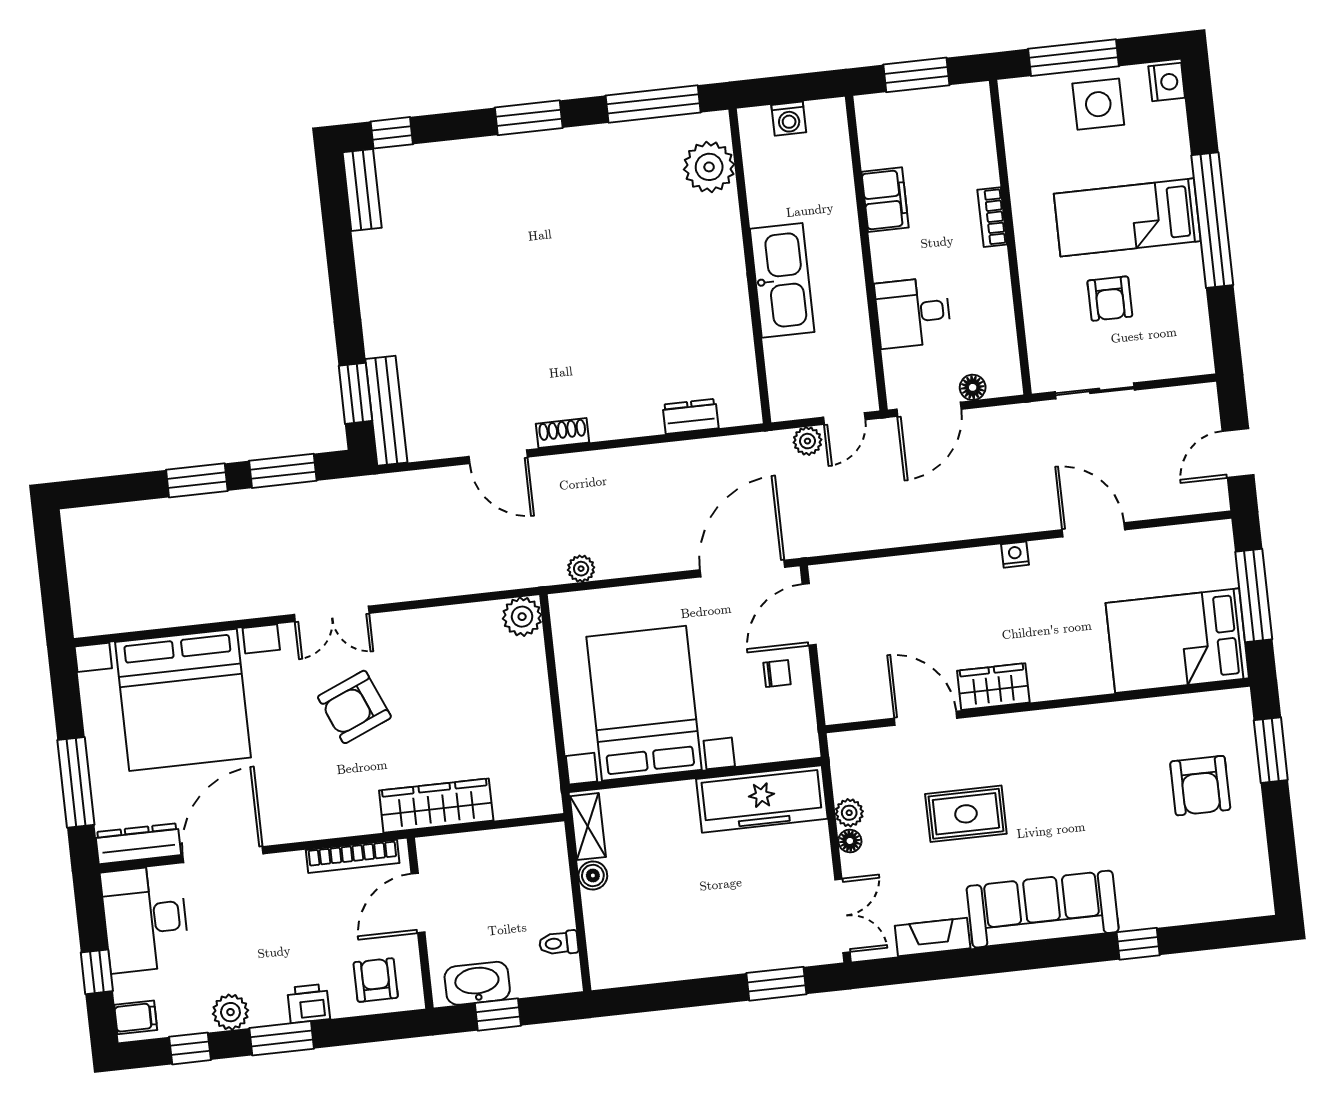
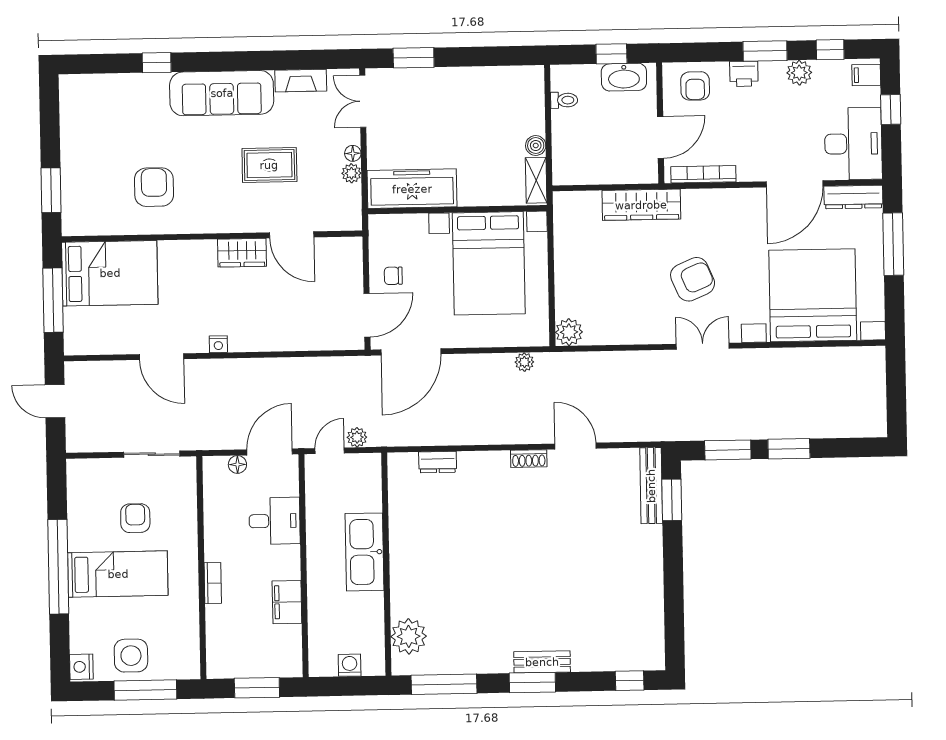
bench: (362, 190) -> (542, 662), moved, turned 90
door: (1238, 453) -> (55, 401), swing flipped
armchair: (1200, 786) -> (154, 187), moved

